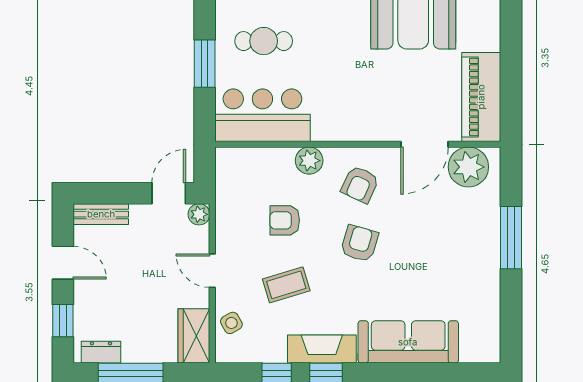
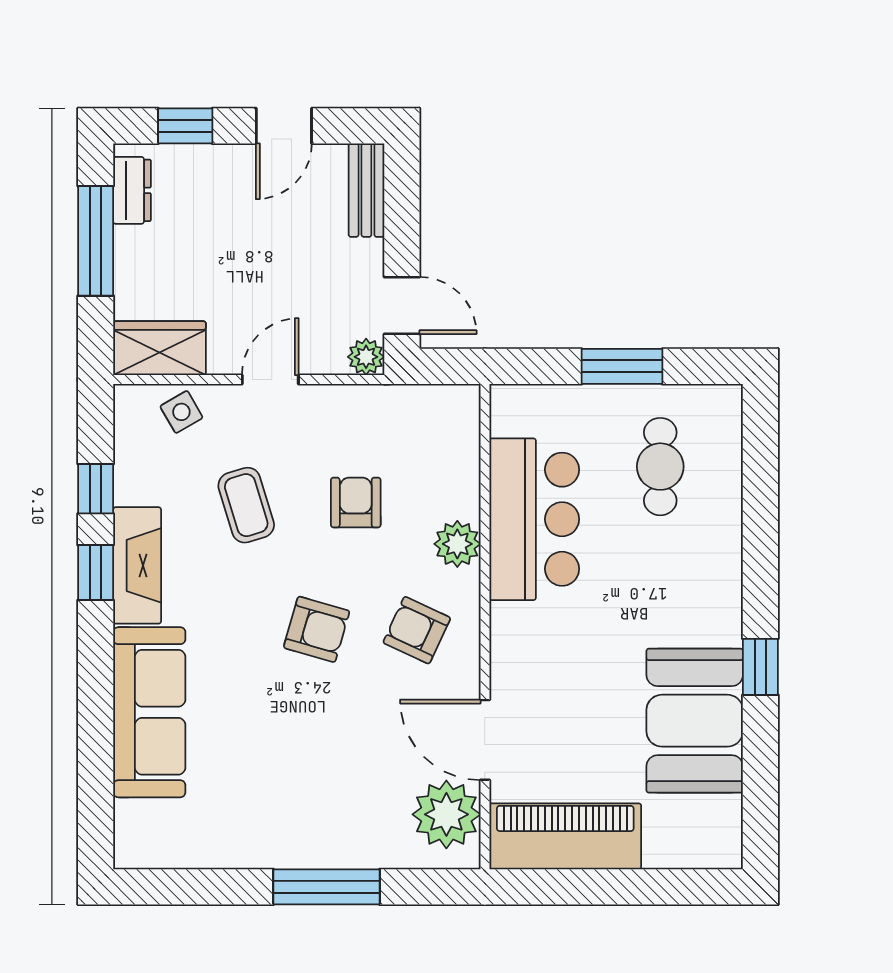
bar counter: (262, 115) -> (534, 519), moved

